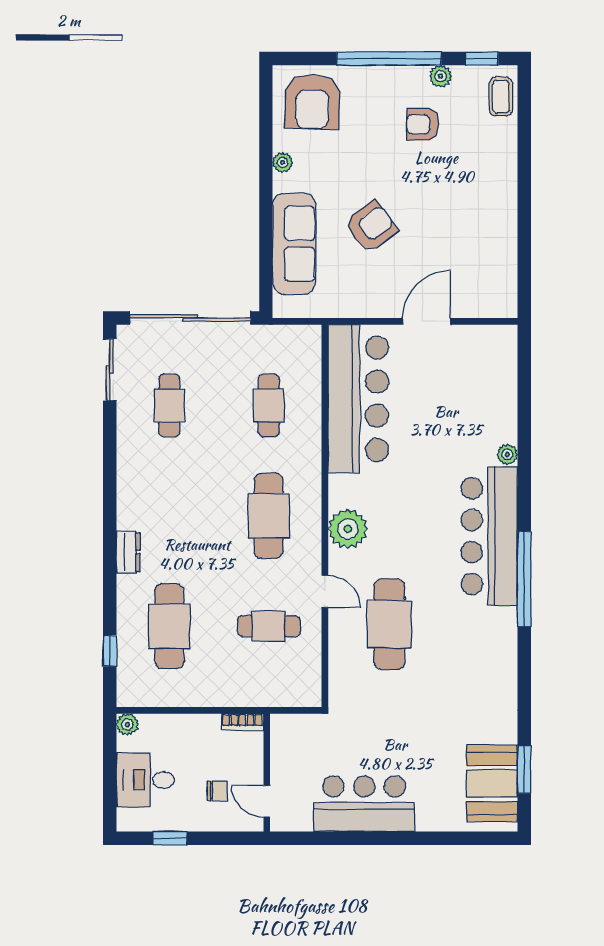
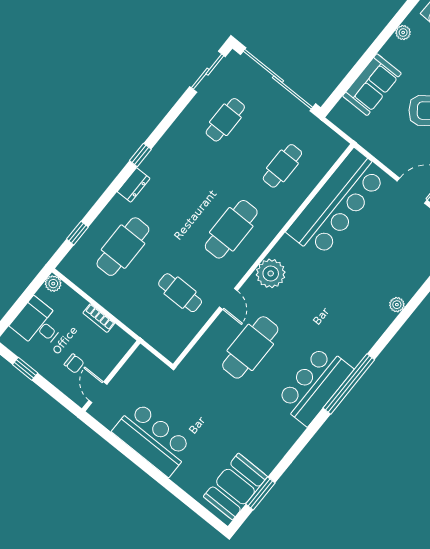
sofa: (294, 244) -> (372, 85), width x0.73
window: (110, 515) -> (140, 155), added
bar counter: (489, 536) -> (315, 385), moved, width x0.73
bookcase: (242, 722) -> (99, 318), moved

